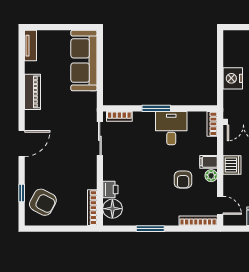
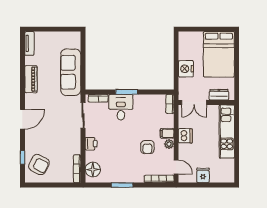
sofa: (84, 60) -> (71, 72), moved
desk: (171, 128) -> (121, 107), moved
printer: (110, 189) -> (91, 144), moved

